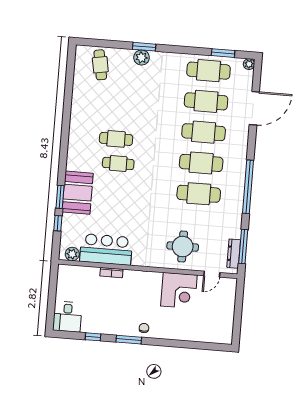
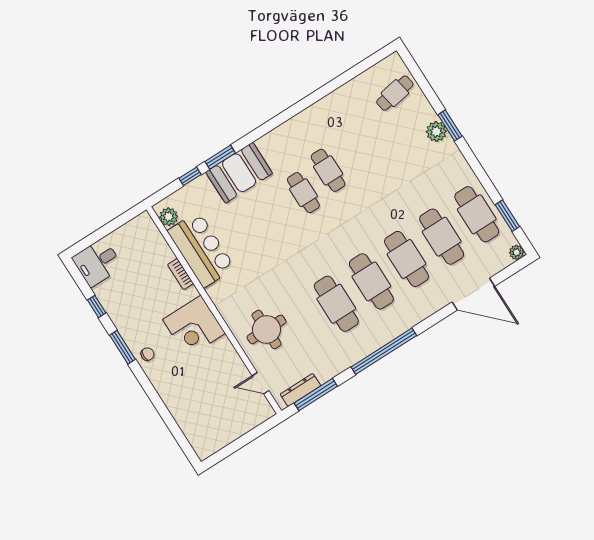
corner desk: (179, 291) -> (194, 326), moved

